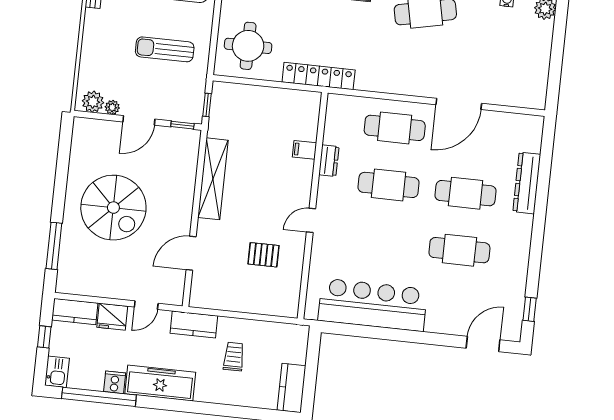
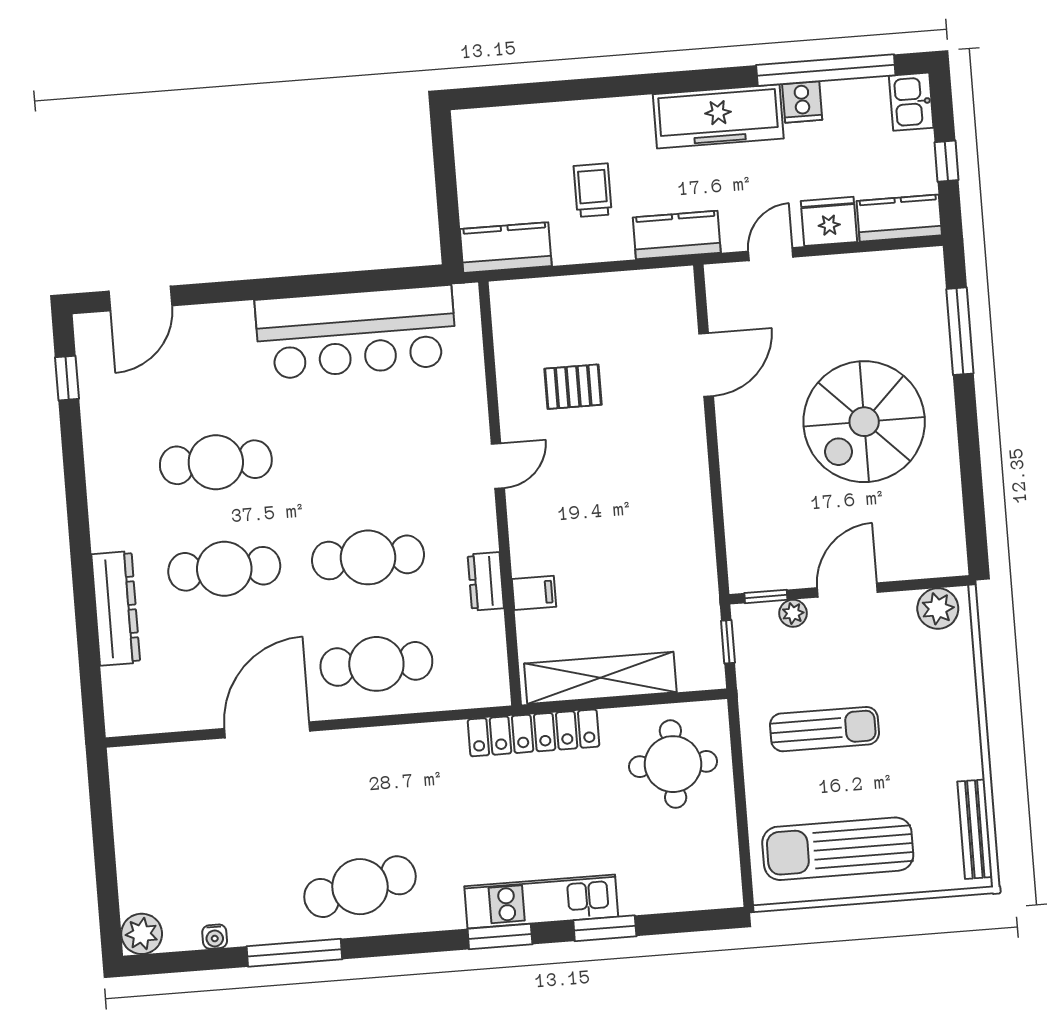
plant: (112, 107) -> (793, 613), moved
shelving: (213, 179) -> (600, 678), moved, turned 90
spiral stairs: (113, 208) -> (864, 422), turned -90
trolley: (234, 357) -> (593, 190), turned 180
kitchen counter: (292, 388) -> (506, 248), moved, turned -90

